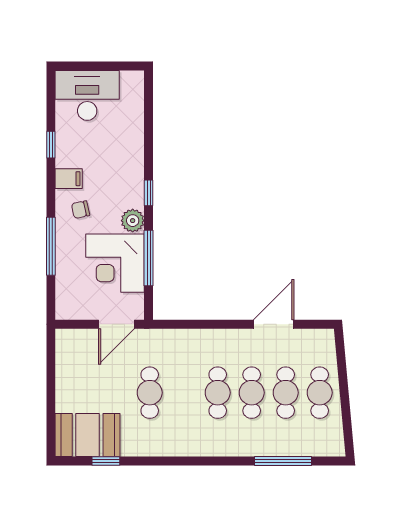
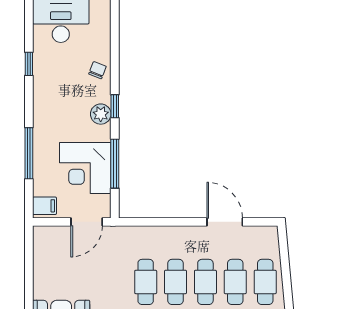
filing cabinet: (69, 179) -> (44, 206), moved
chair: (81, 210) -> (98, 70), moved, turned 123
plant: (133, 221) -> (101, 114), moved
door: (274, 324) -> (225, 222), hinge flipped
cafe table: (150, 393) -> (146, 282), moved

